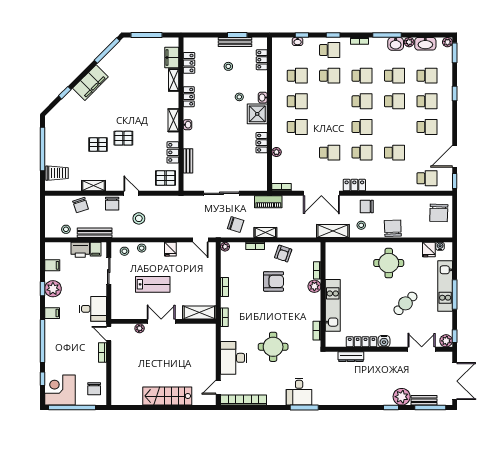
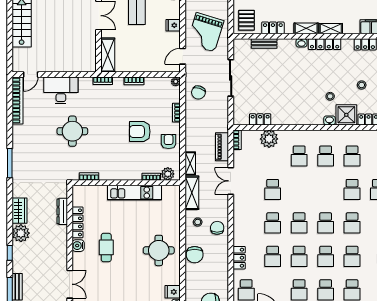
shelving: (174, 80) -> (331, 29), moved
locker: (189, 97) -> (325, 44), width x1.53
shower: (257, 114) -> (346, 115), moved
school desk: (394, 127) -> (299, 256), added
locker: (262, 143) -> (260, 119), moved
plant: (276, 152) -> (269, 139), width x1.88, depth x1.88
locker: (354, 185) -> (239, 258), moved
double door: (321, 193) -> (231, 181), width x0.73
piano: (268, 202) -> (222, 147), moved
grand piano: (177, 218) -> (205, 32), added
chair: (393, 228) -> (195, 255), turned 92
shelving: (265, 233) -> (190, 163), moved
armchair: (283, 254) -> (169, 142), turned 71
armchair: (273, 281) -> (140, 132), turned 90
plant: (314, 286) -> (168, 174), moved
cafe table: (405, 303) -> (106, 247), moved, turned 45
kitchen unit: (333, 305) -> (134, 193), moved
door: (218, 387) -> (31, 75), swing flipped
desk: (299, 392) -> (26, 158), removed
plant: (402, 397) -> (21, 233), moved
wardrobe: (350, 398) -> (19, 211), added

